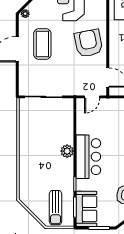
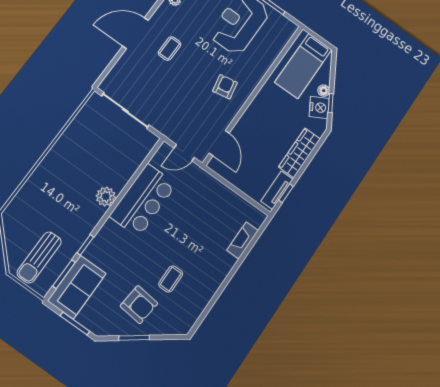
armchair: (89, 43) -> (225, 87), width x0.53, depth x0.53
coffee table: (42, 44) -> (170, 49), width x0.54, depth x0.58
bar counter: (88, 157) -> (143, 200), moved

